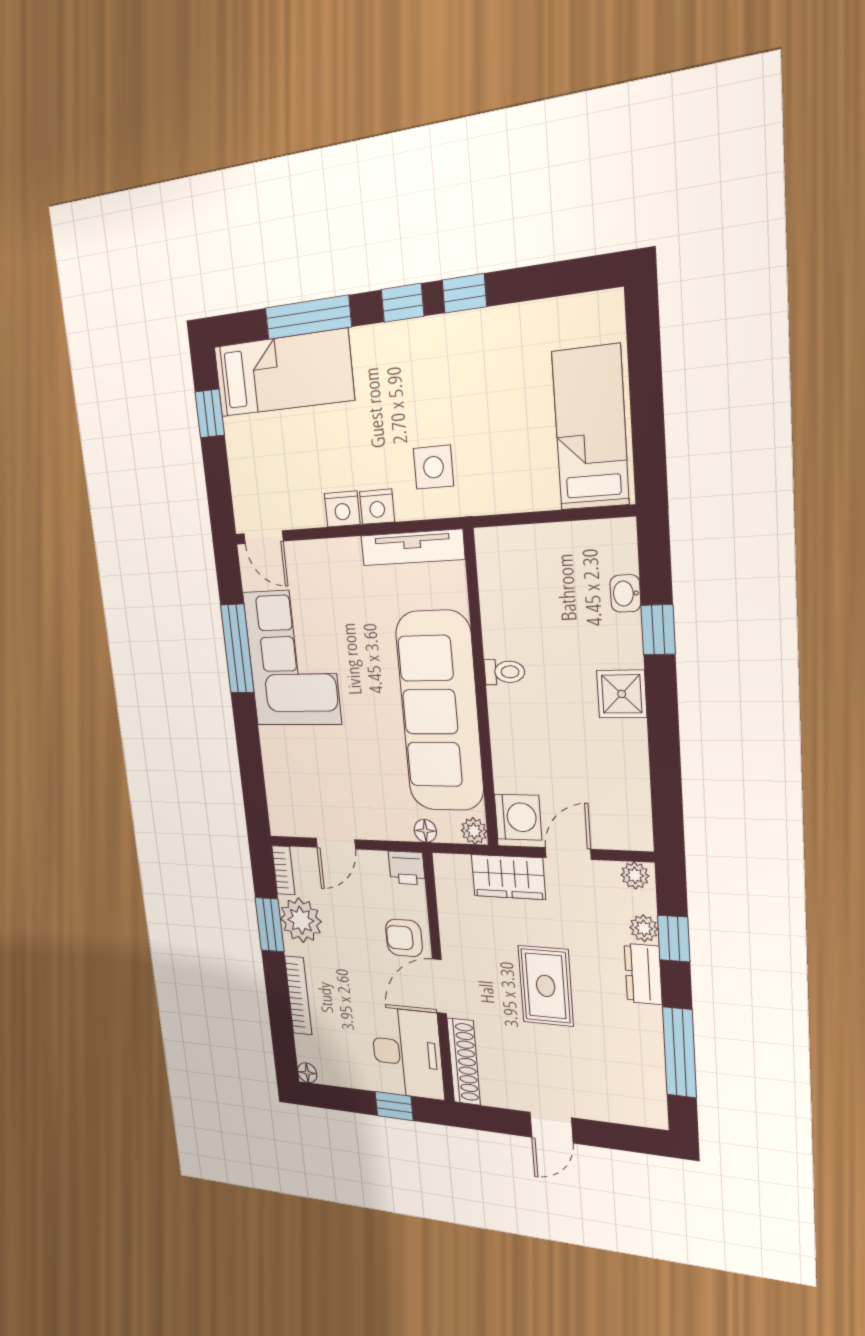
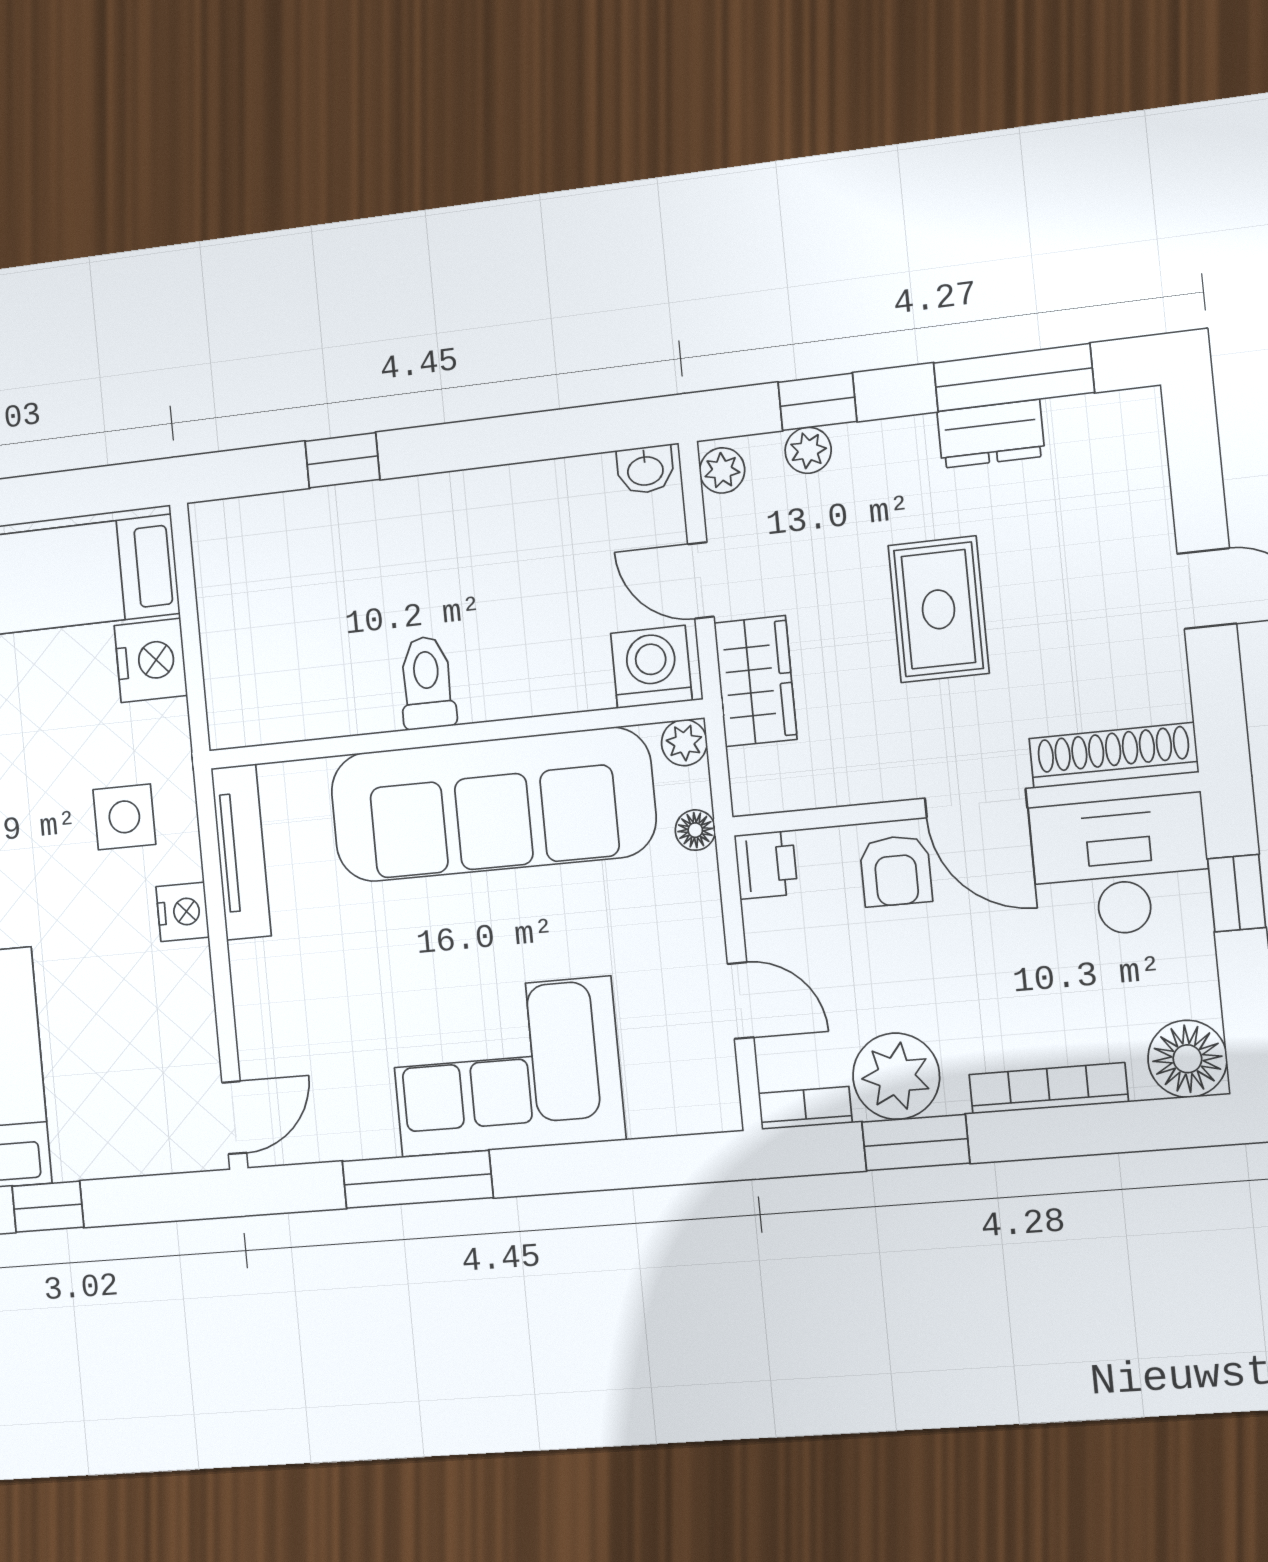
nightstand: (342, 509) -> (151, 660), moved, width x1.36, depth x1.33
washbasin: (625, 593) -> (645, 470), moved
corner sofa: (292, 658) -> (506, 1067), moved
toilet: (504, 672) -> (427, 683), width x1.37, depth x1.39
shower: (622, 694) -> (440, 509), removed
dresser: (643, 974) -> (991, 434), moved
rug: (546, 986) -> (939, 609), turned 90
floor lamp: (307, 1073) -> (1187, 1059), width x1.89, depth x1.89

